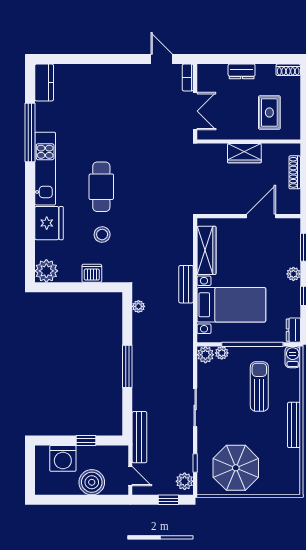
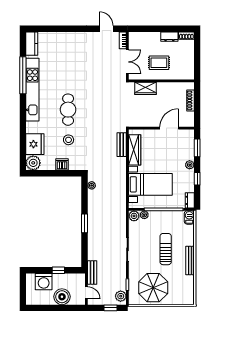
dresser: (242, 71) -> (169, 37), moved
rug: (269, 113) -> (159, 63), moved, turned 90
wardrobe: (244, 153) -> (145, 88), moved
kitchen unit: (45, 169) -> (32, 90), width x1.36
fridge: (49, 223) -> (35, 144), moved
bench: (186, 284) -> (122, 145), moved
window: (127, 366) -> (85, 223), width x0.69
sun lounger: (259, 387) -> (166, 249), moved
bench: (139, 437) -> (92, 272), width x0.73

